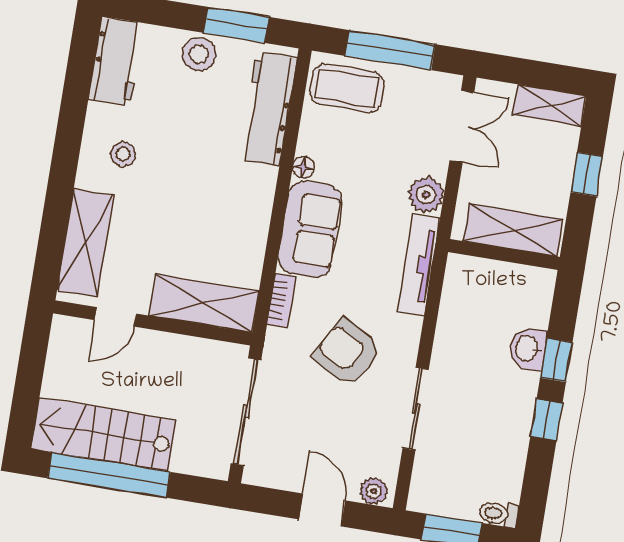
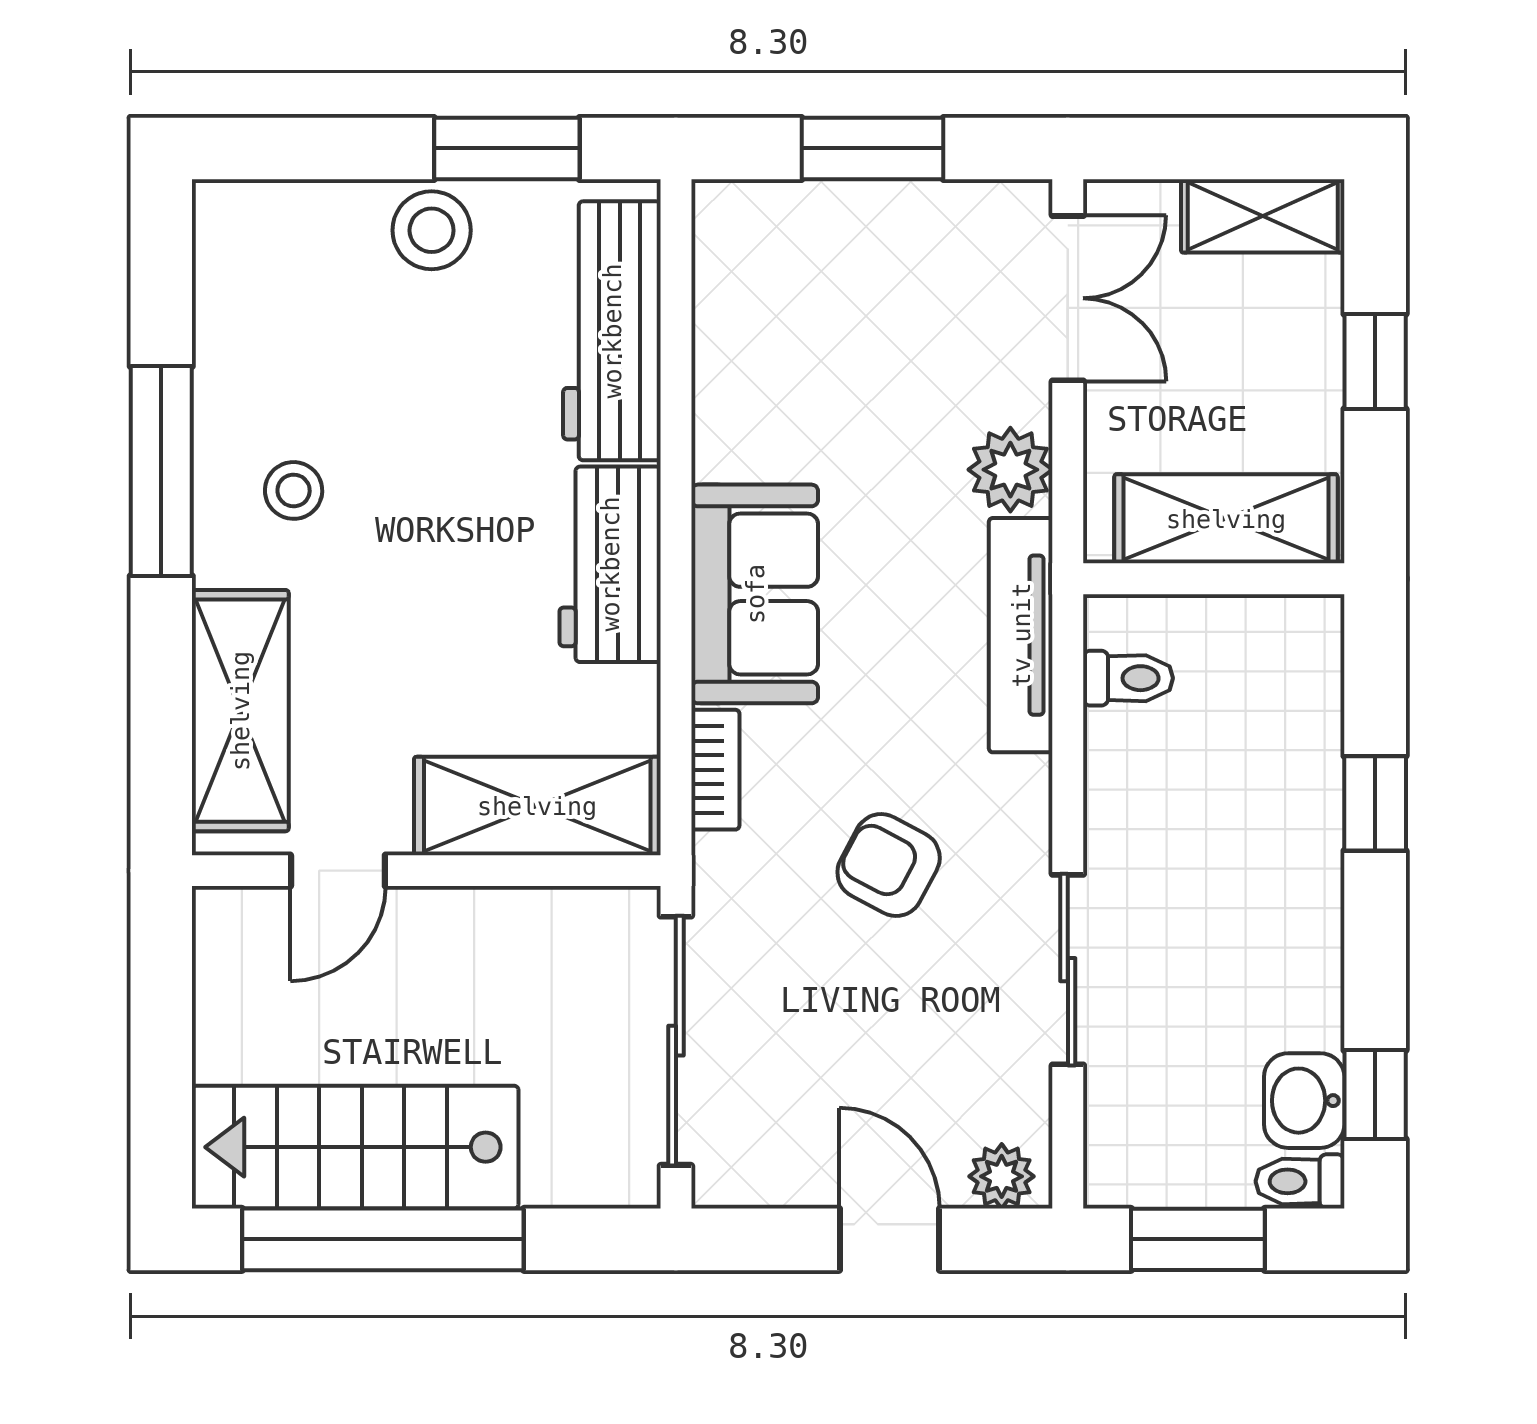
window: (390, 50) -> (873, 148), width x0.69
workbench: (116, 62) -> (610, 564), moved, turned 180
coffee table: (347, 88) -> (787, 253), removed
window: (69, 137) -> (161, 471), added
floor lamp: (304, 167) -> (717, 453), removed
toilet: (461, 290) -> (1128, 678), added
washbasin: (528, 349) -> (1304, 1101), moved
armchair: (347, 352) -> (889, 865), width x0.72, depth x0.72
window: (546, 420) -> (1375, 1095), moved

